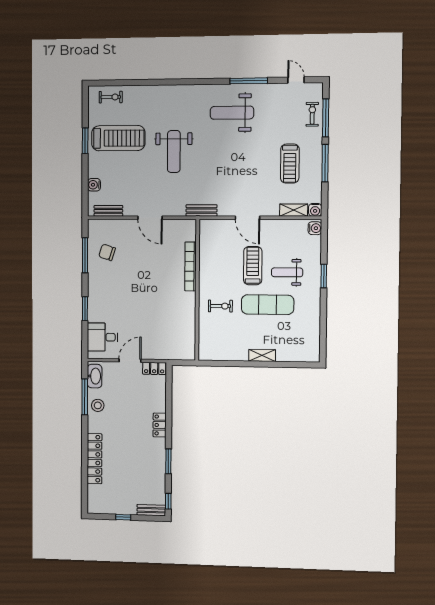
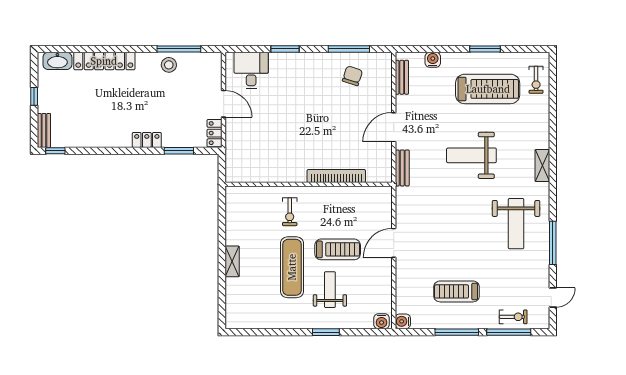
weight bench: (232, 113) -> (516, 224), turned 180
treadmill: (118, 138) -> (488, 89), turned -90
bench: (201, 210) -> (402, 168), moved
shelving: (294, 210) -> (542, 166), moved
washbasin: (95, 376) -> (57, 61), moved
window: (168, 461) -> (179, 151), moved

